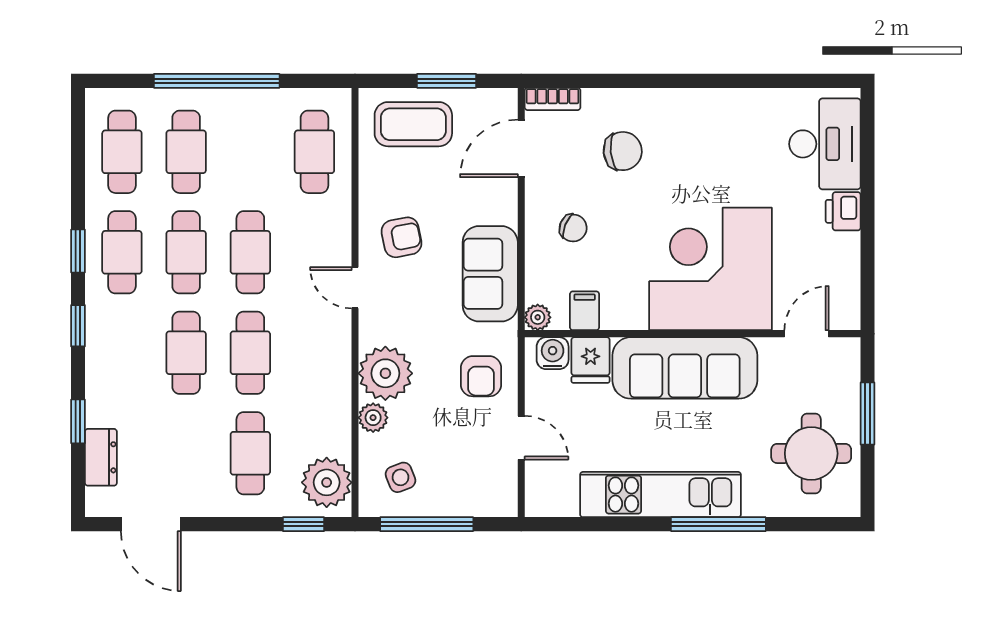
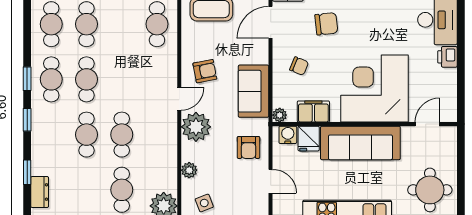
cafe table: (250, 252) -> (122, 79), removed
door: (355, 288) -> (179, 99), swing flipped
filing cabinet: (585, 311) -> (313, 112), width x2.00
plant: (385, 373) -> (196, 127), moved
window: (868, 414) -> (461, 168), removed

